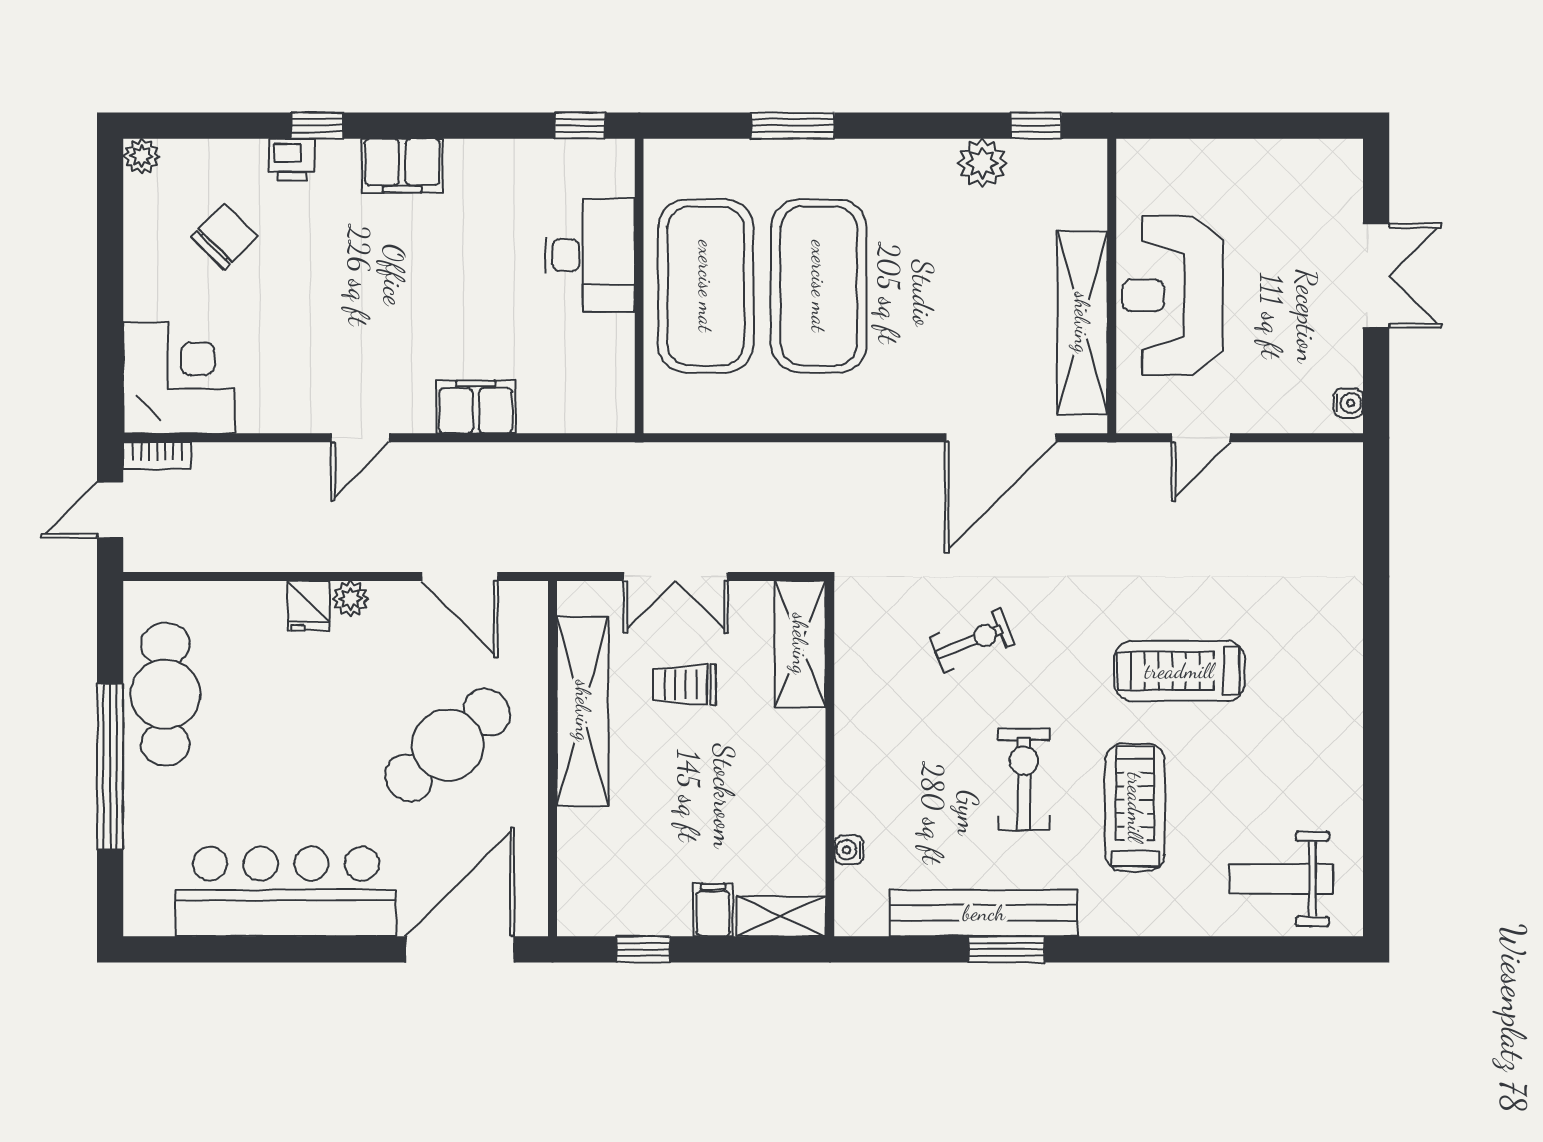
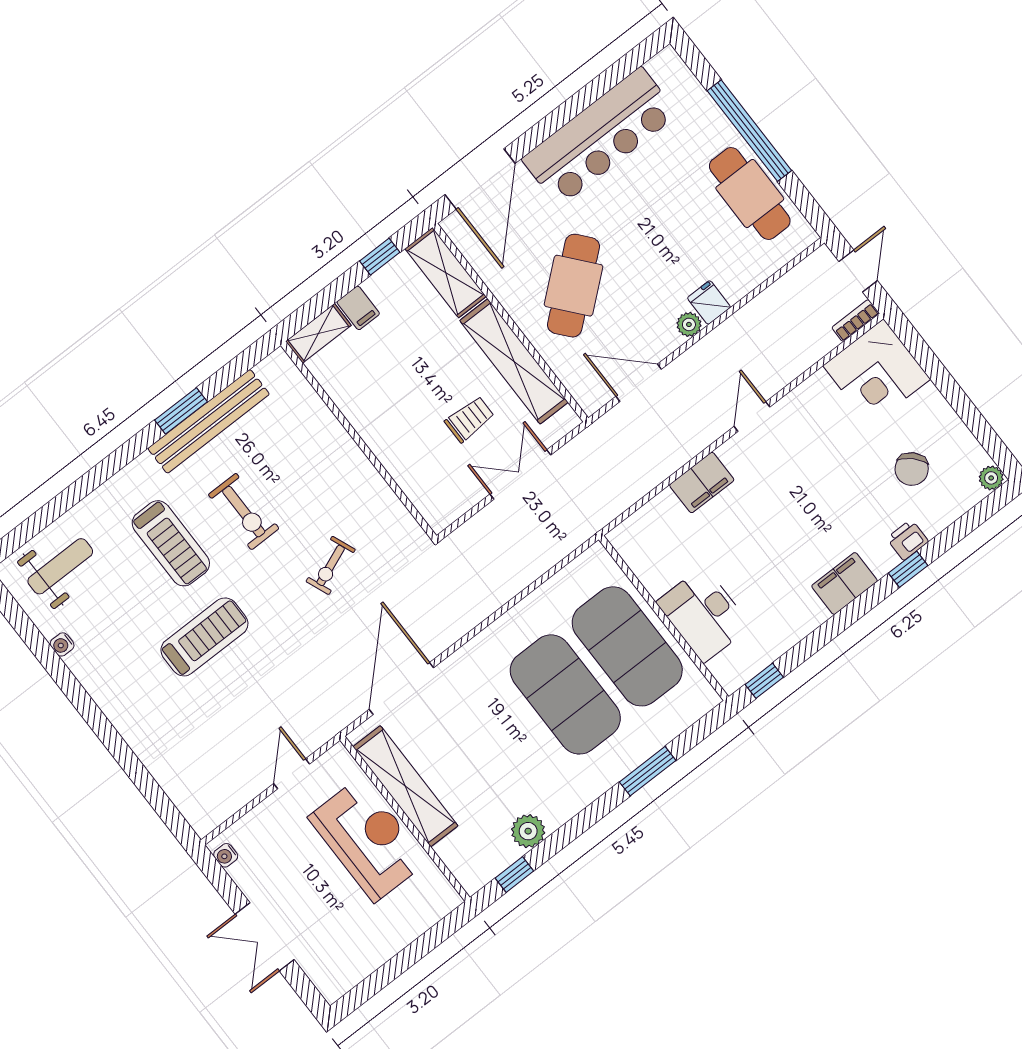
shelving: (800, 644) -> (446, 273), moved
water cooler: (849, 850) -> (62, 644), moved, turned 180

